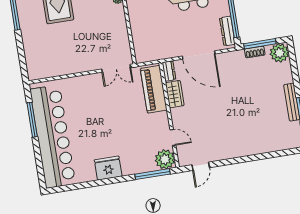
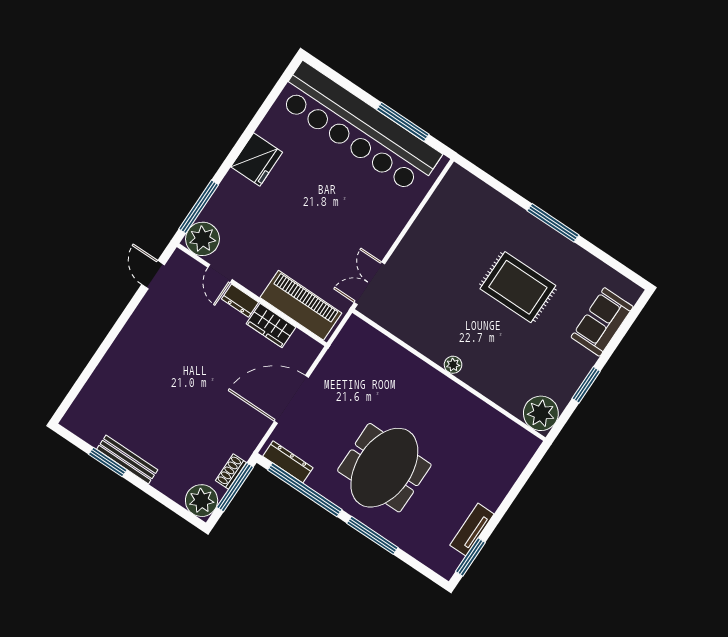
dresser: (169, 71) -> (240, 301), moved
door: (173, 138) -> (220, 273), hinge flipped

